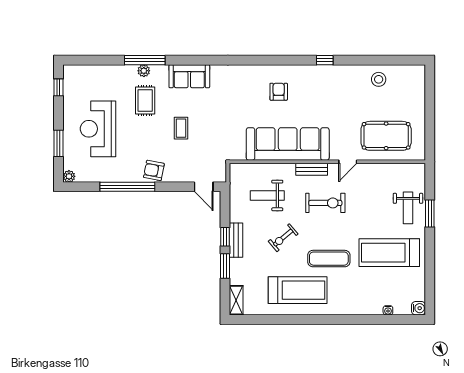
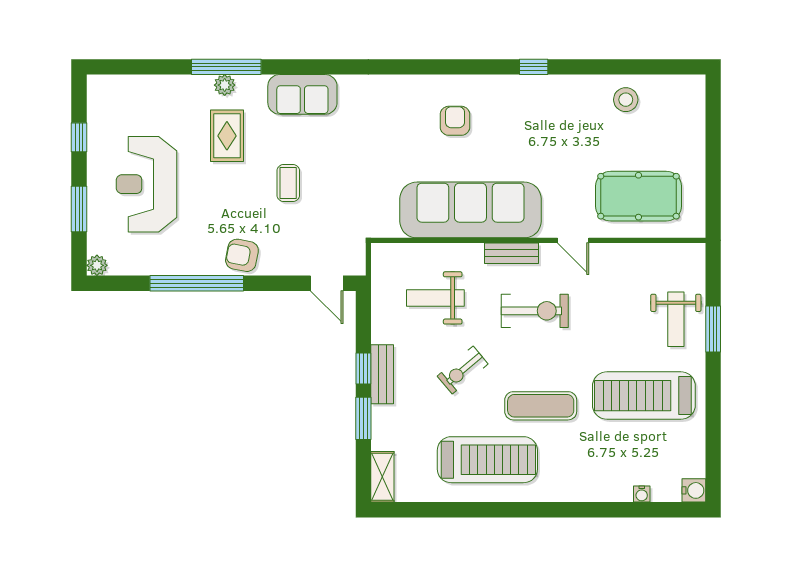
window: (58, 87) -> (79, 137), moved
door: (348, 162) -> (573, 240), hinge flipped

